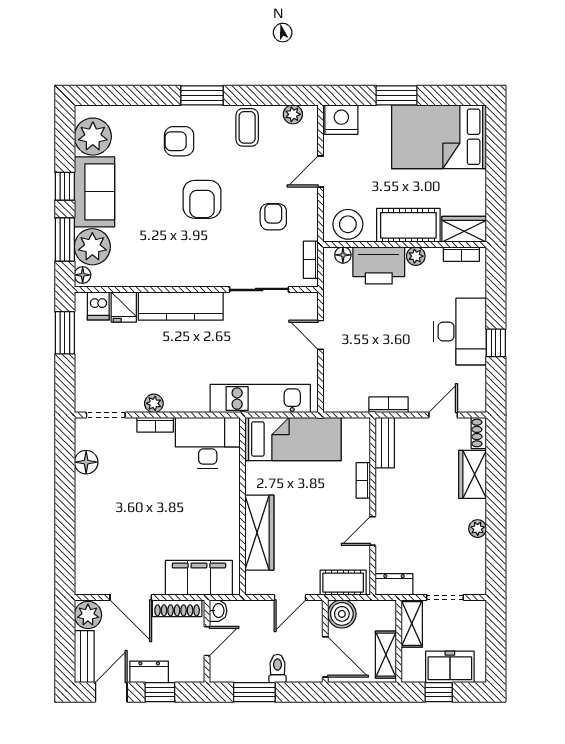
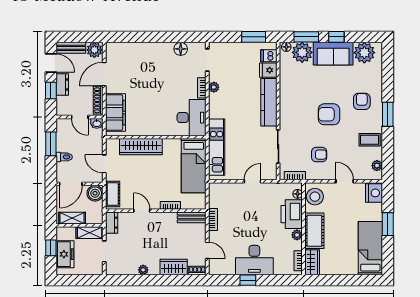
bed: (439, 137) -> (370, 248), width x0.67

